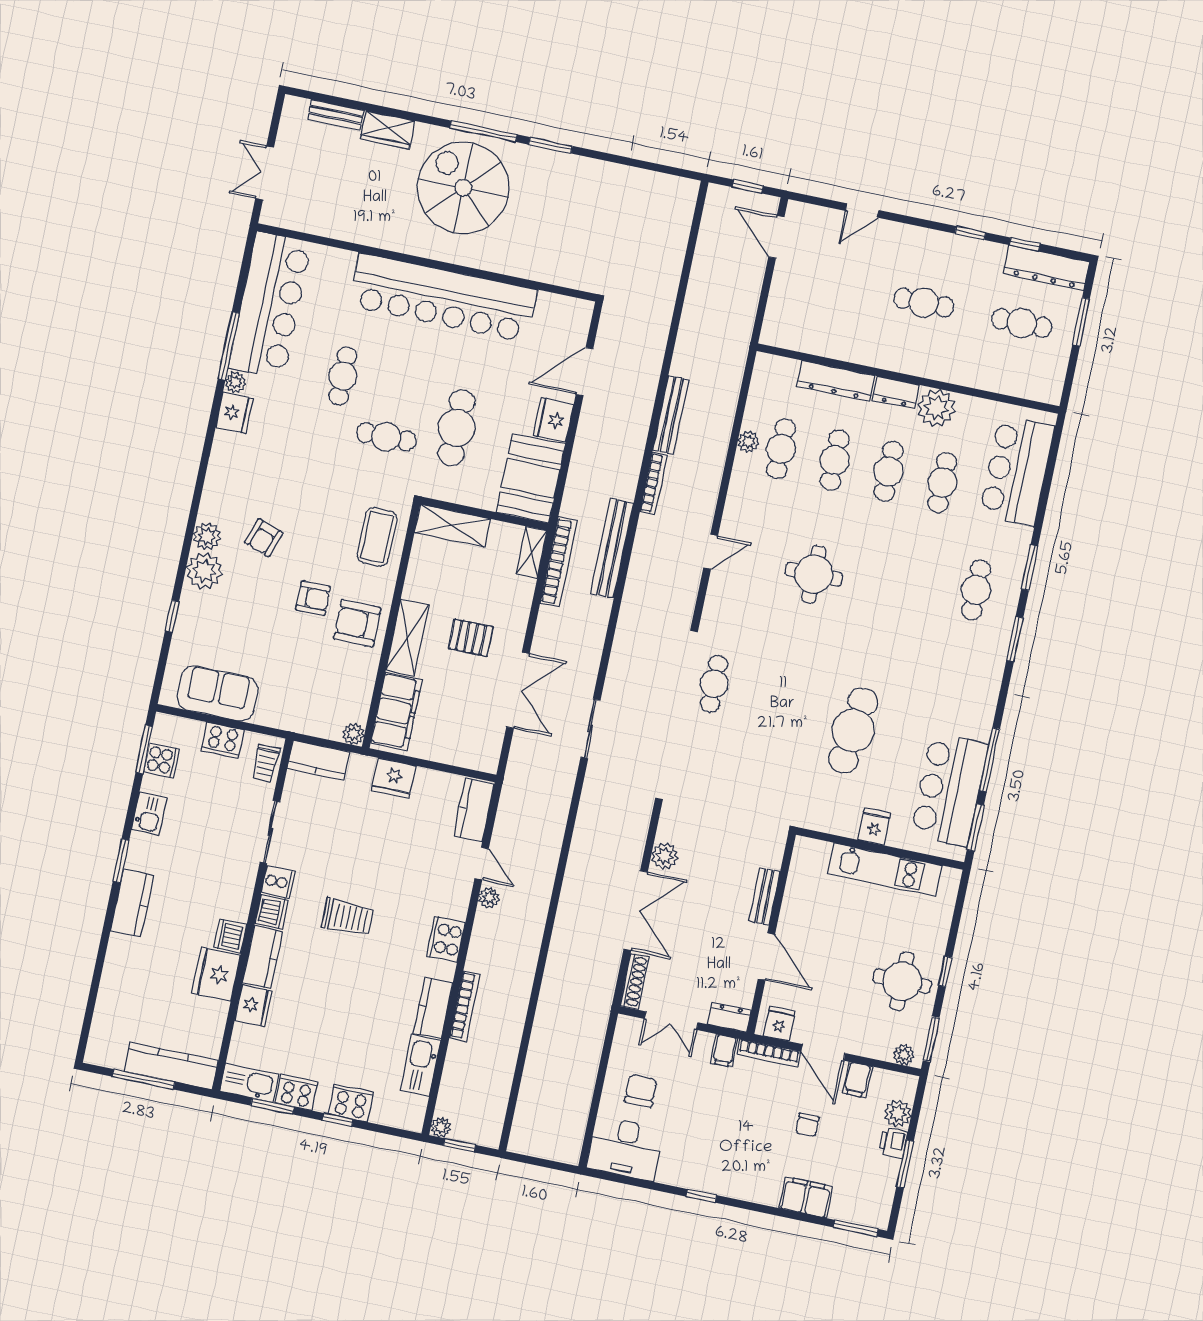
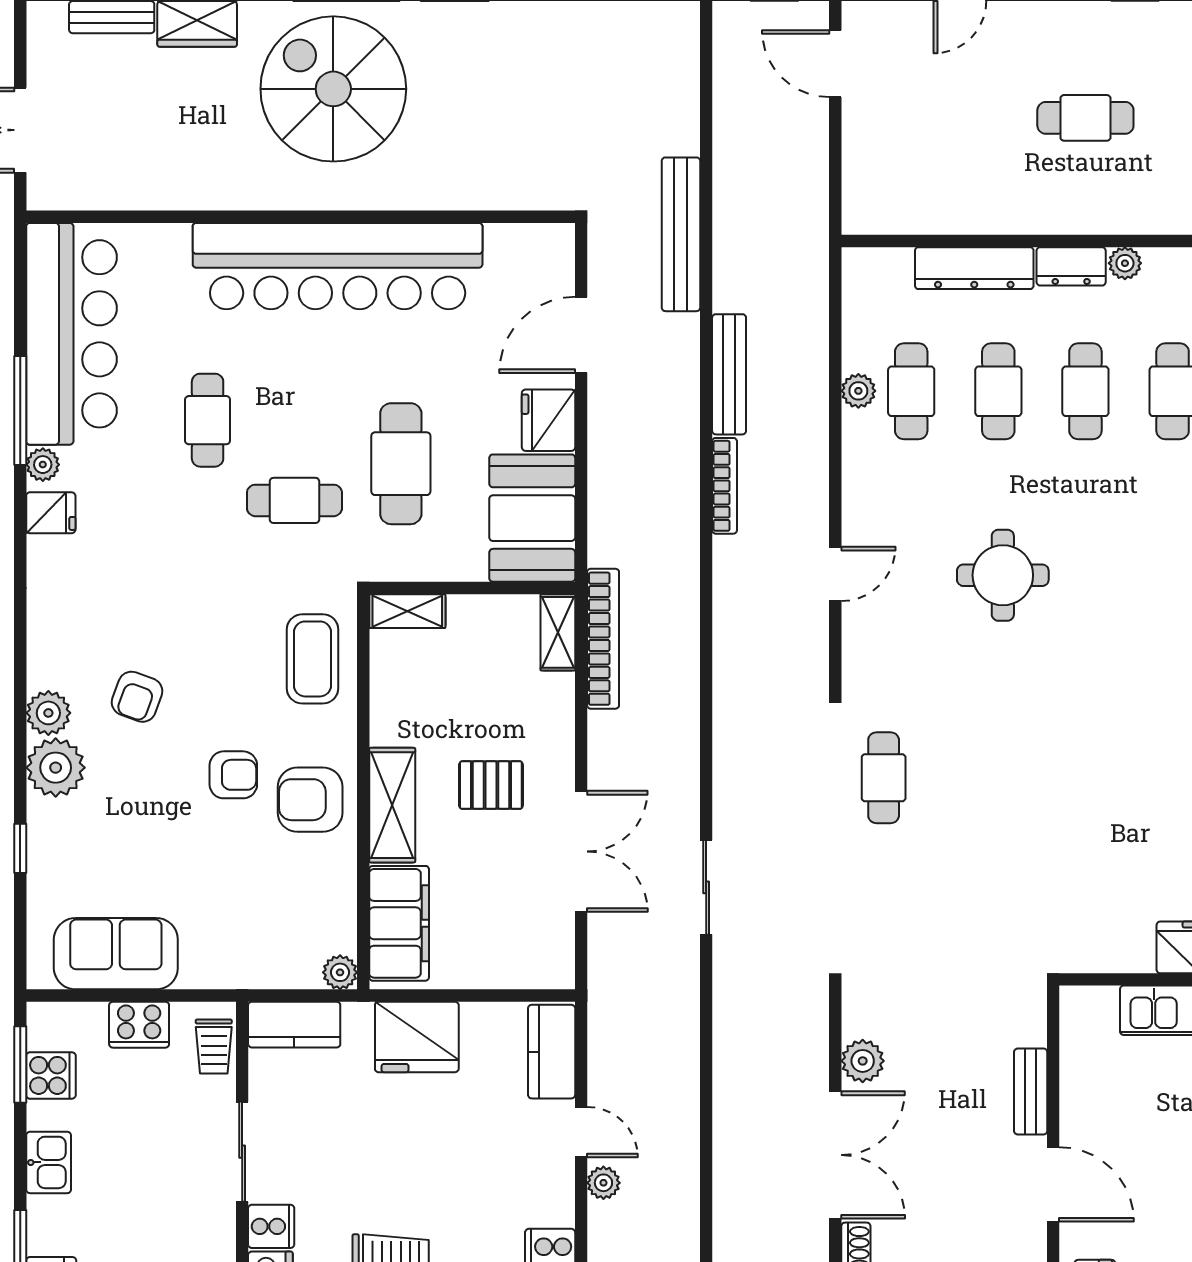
plant: (936, 408) -> (1125, 263), width x0.53, depth x0.53
fridge: (234, 413) -> (51, 513), width x0.72
shelving: (453, 526) -> (407, 611), width x0.67, depth x0.75
bench: (612, 548) -> (681, 234), moved
cafe table: (853, 730) -> (1114, 805), removed
fridge: (394, 778) -> (417, 1037), width x1.36, depth x1.34

